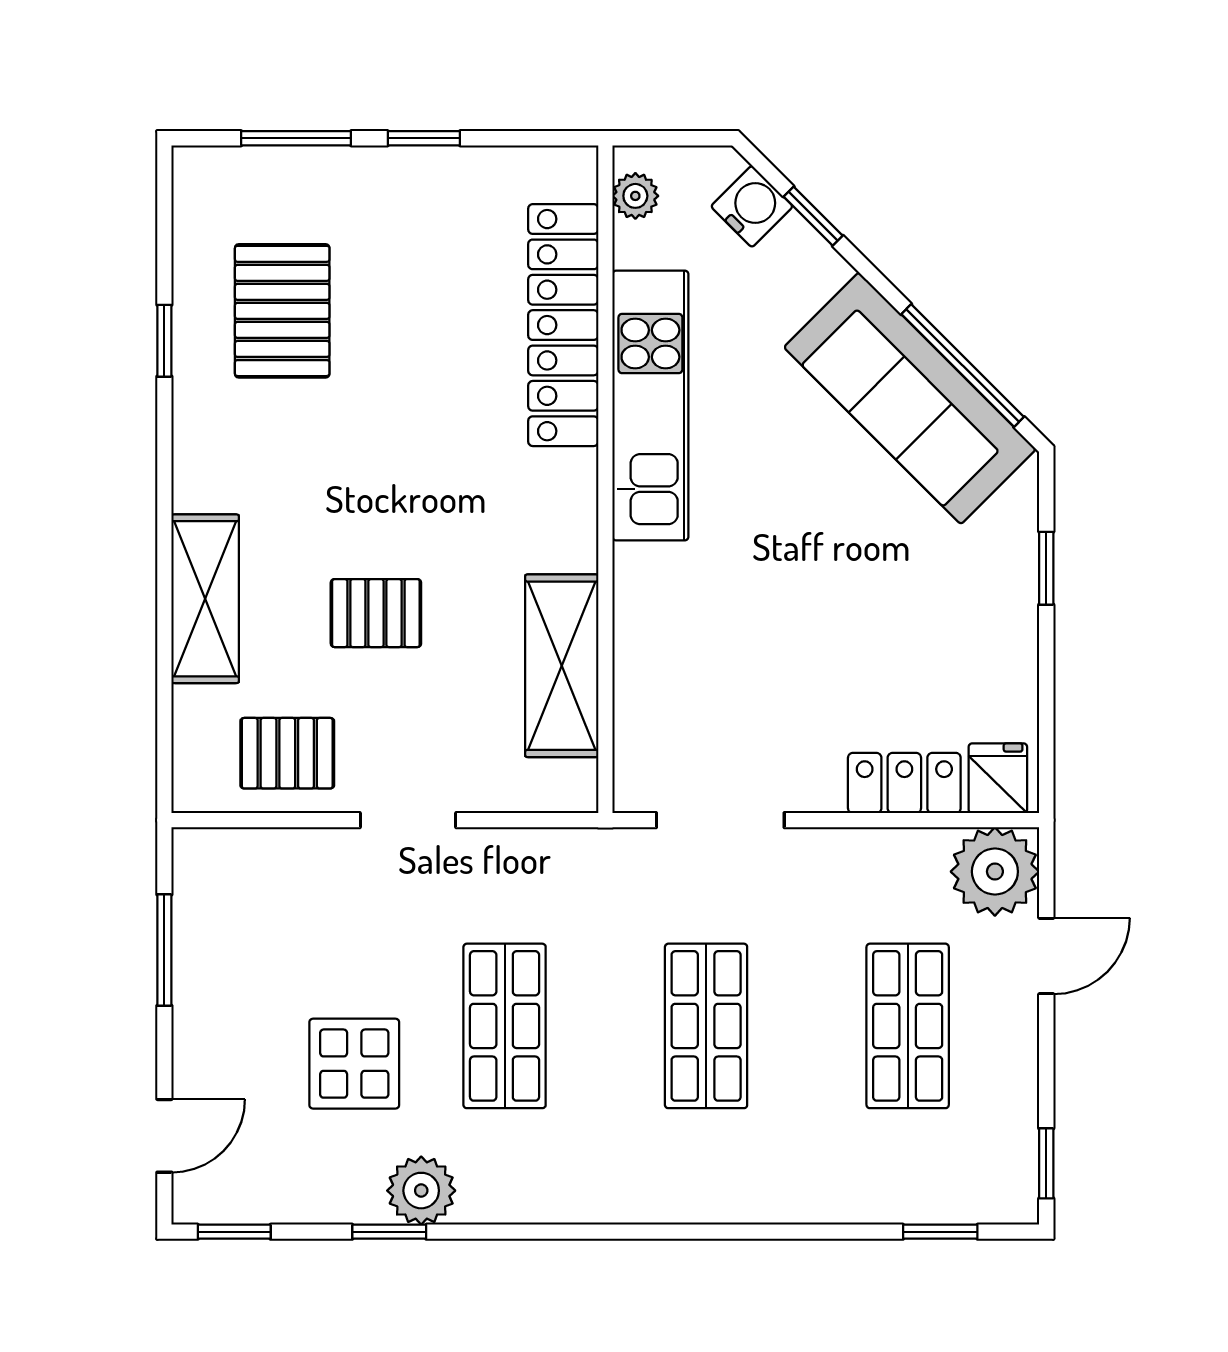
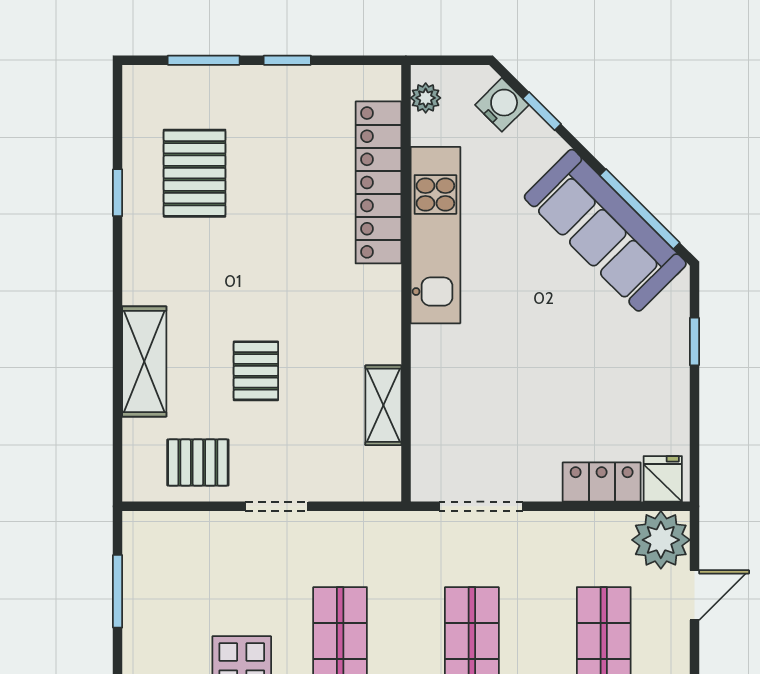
pallet: (376, 613) -> (256, 371), turned 90
shelving: (562, 666) -> (383, 405), width x0.67, depth x0.75

